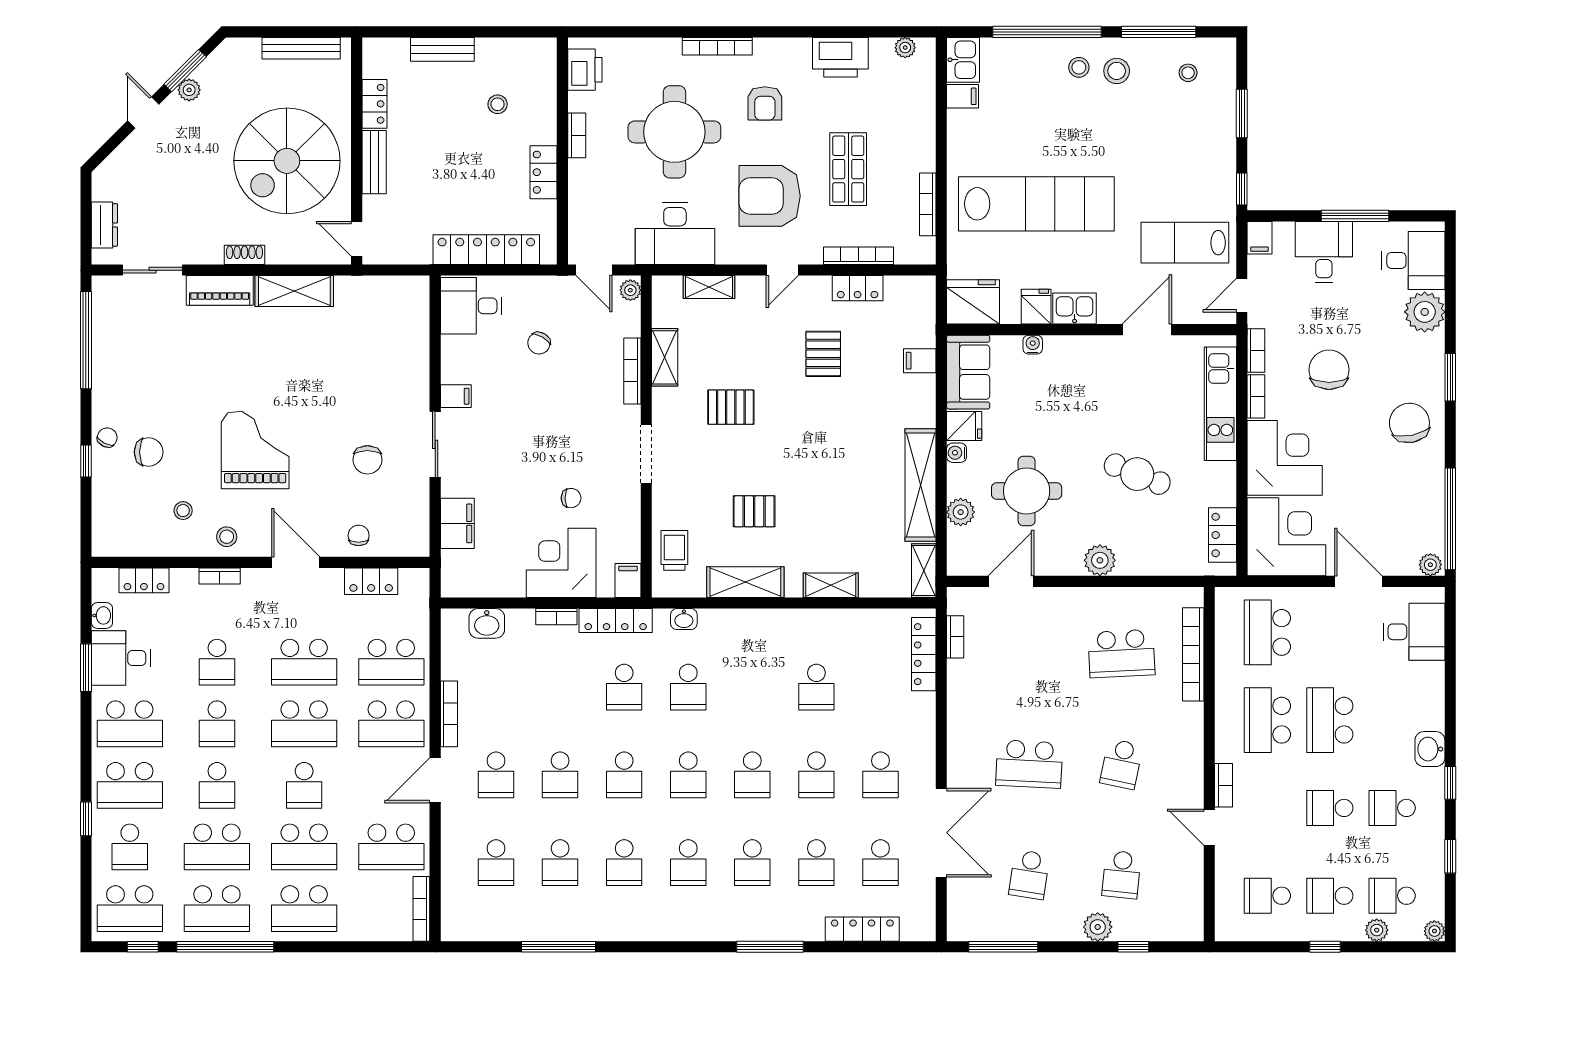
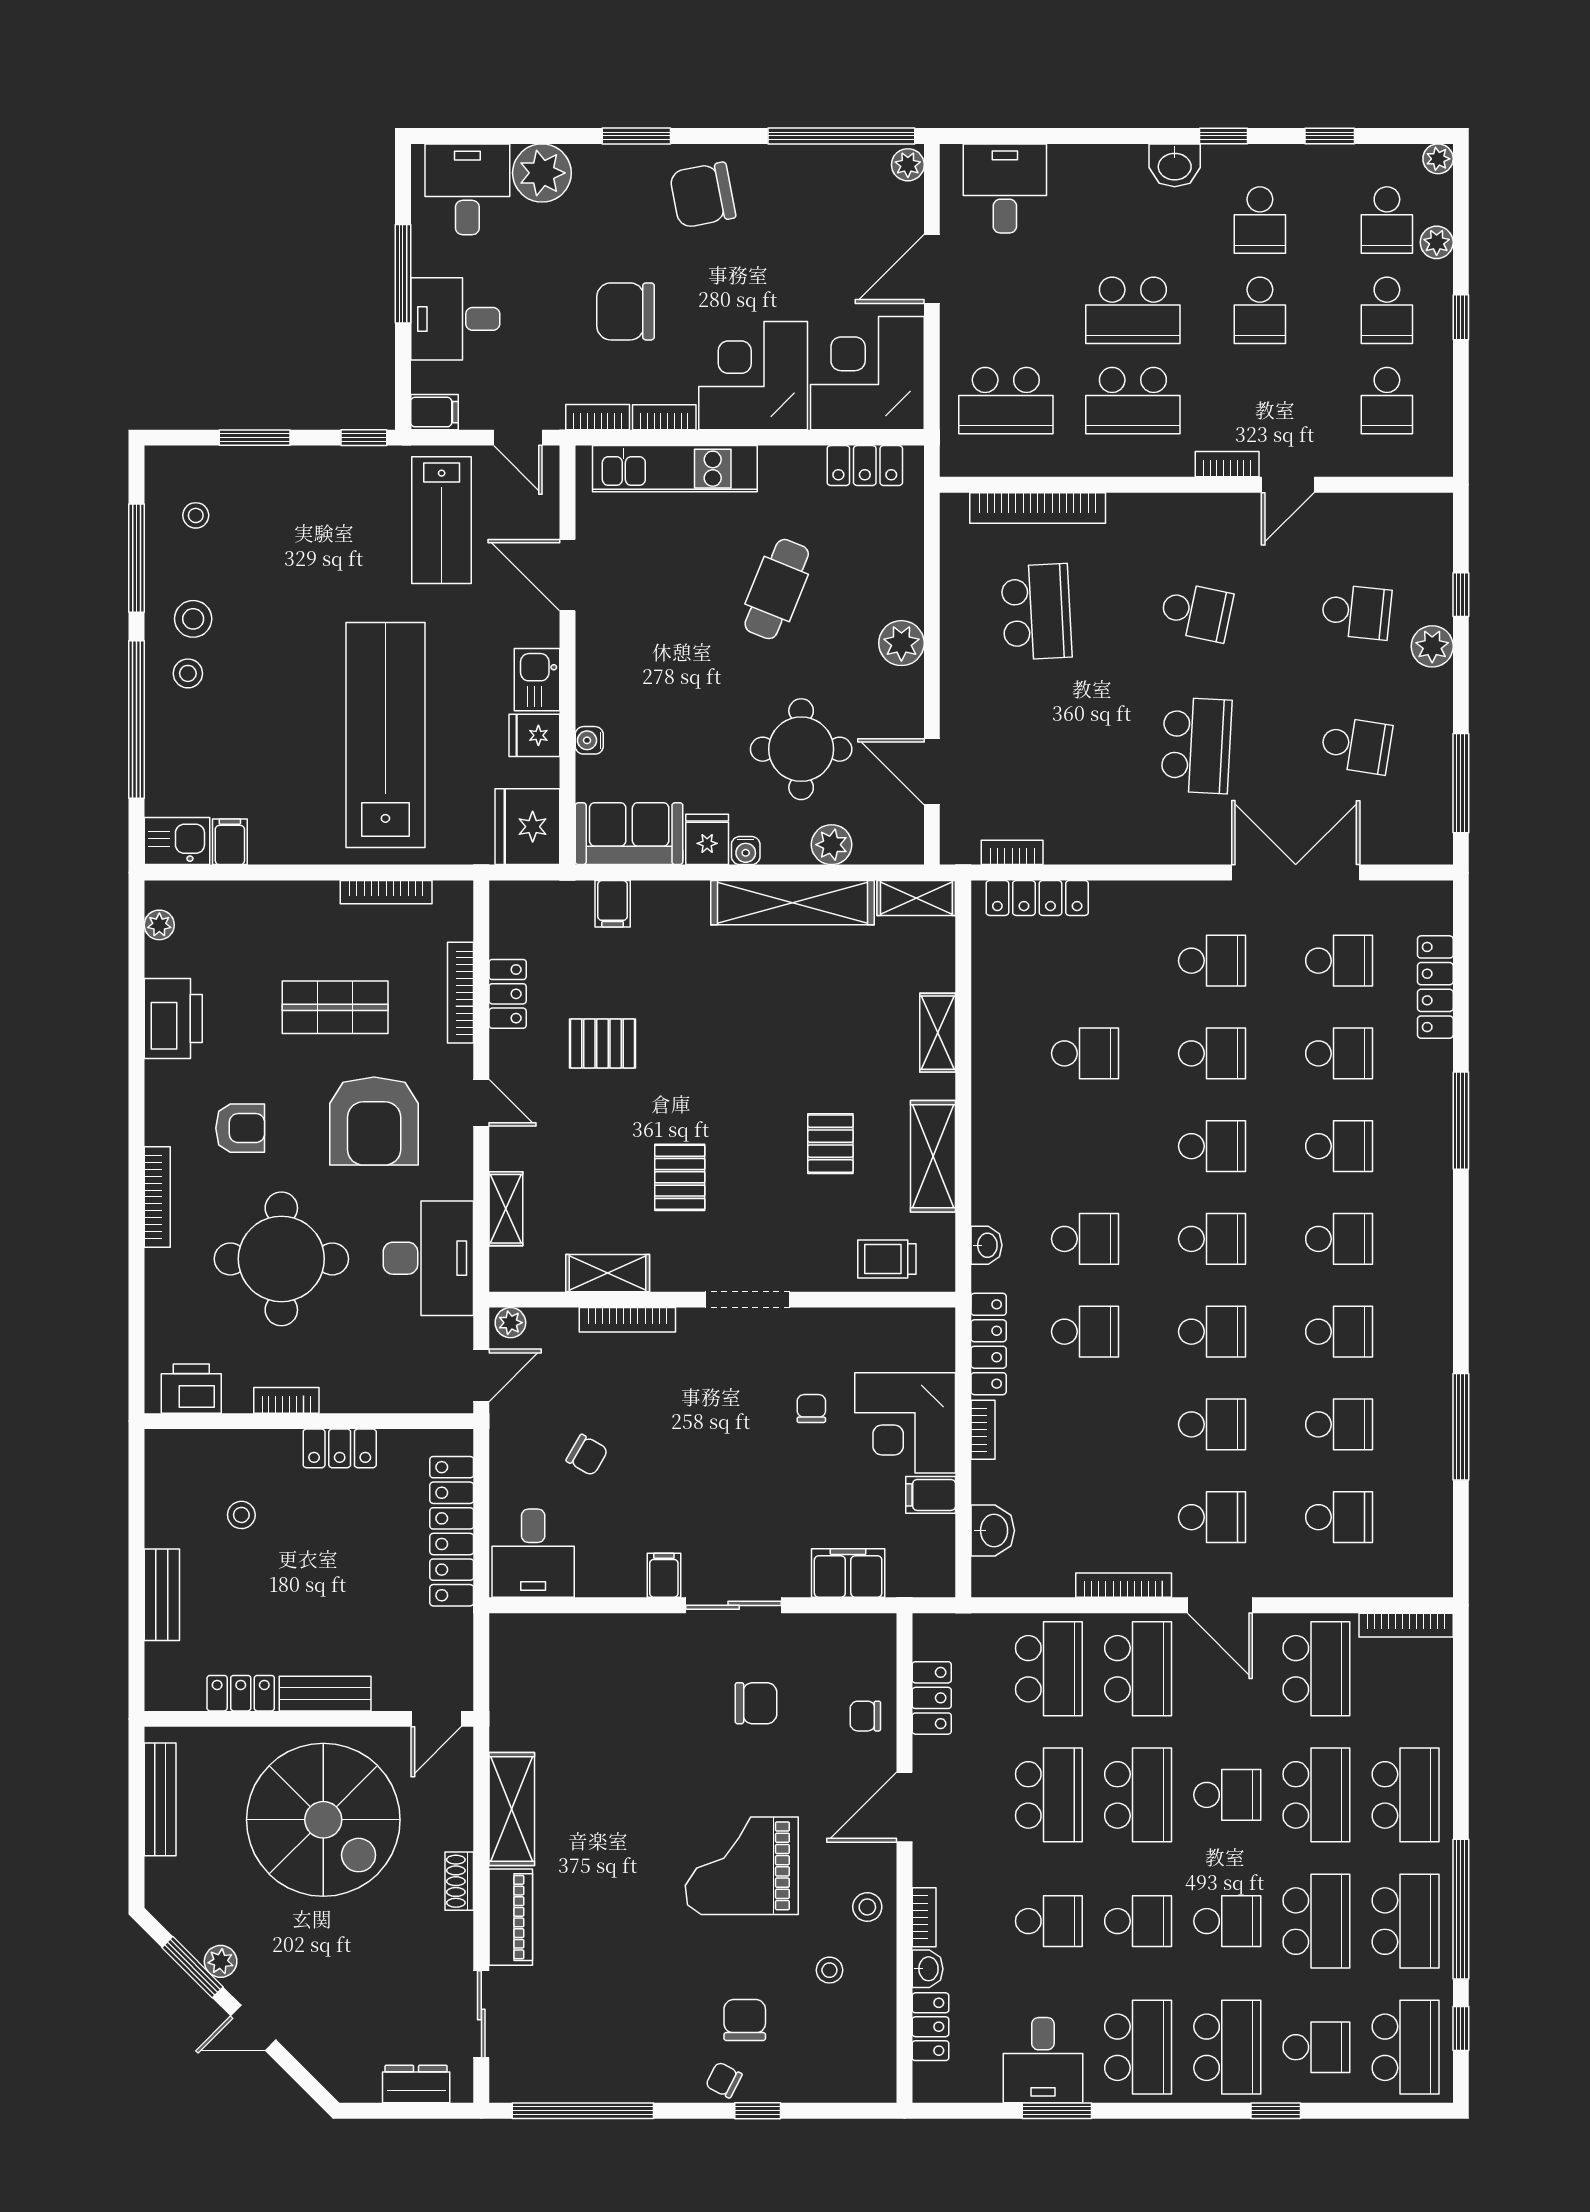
filing cabinet: (628, 580) -> (931, 1495), moved
washbasin: (102, 615) -> (928, 1969), moved, turned 90

